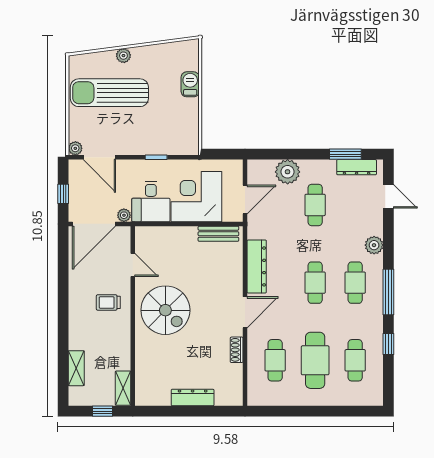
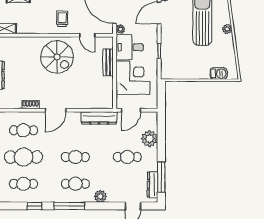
barbecue: (190, 84) -> (218, 74), moved
window: (345, 154) -> (161, 177), width x1.44
door: (245, 200) -> (131, 110), hinge flipped
bench: (218, 234) -> (108, 62), moved
door: (133, 265) -> (87, 35), hinge flipped
dresser: (257, 266) -> (99, 118), moved
spiral stairs: (165, 310) -> (57, 57), turned -90
door: (245, 312) -> (56, 110), hinge flipped

